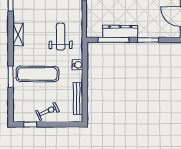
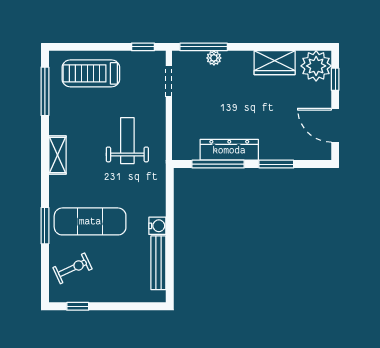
weight bench: (61, 37) -> (127, 141), moved
water cooler: (77, 65) -> (157, 226), moved
exercise bike: (48, 111) -> (72, 268), moved

